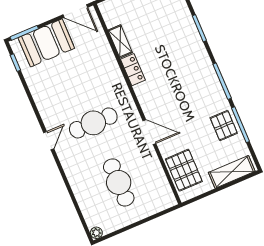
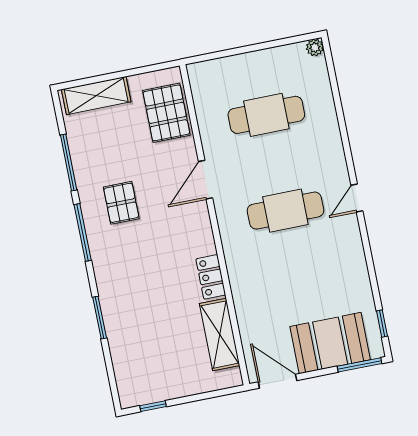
shelving: (120, 41) -> (220, 335), width x1.50, depth x1.33
pallet: (224, 126) -> (121, 203), moved
door: (149, 132) -> (205, 180), hinge flipped
cafe table: (119, 182) -> (266, 115), turned 90

